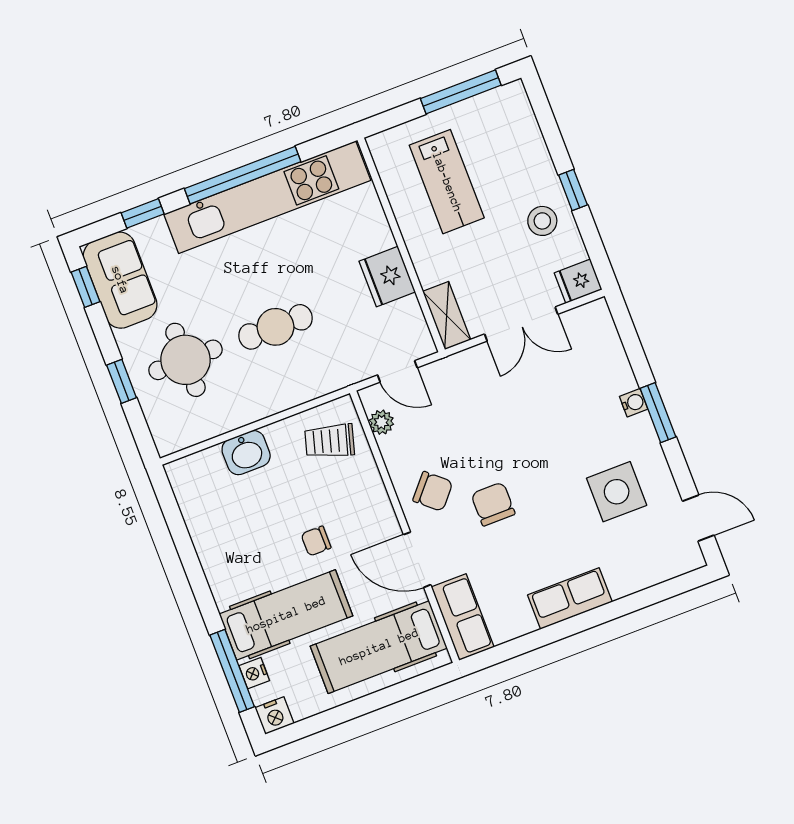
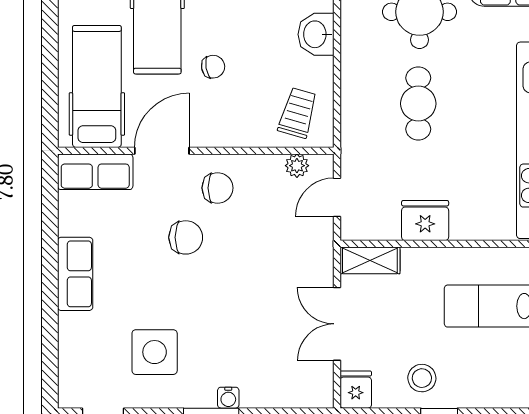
chair: (433, 491) -> (218, 188), turned -131
chair: (316, 541) -> (213, 67), turned 80

